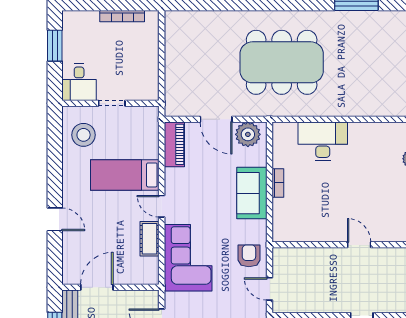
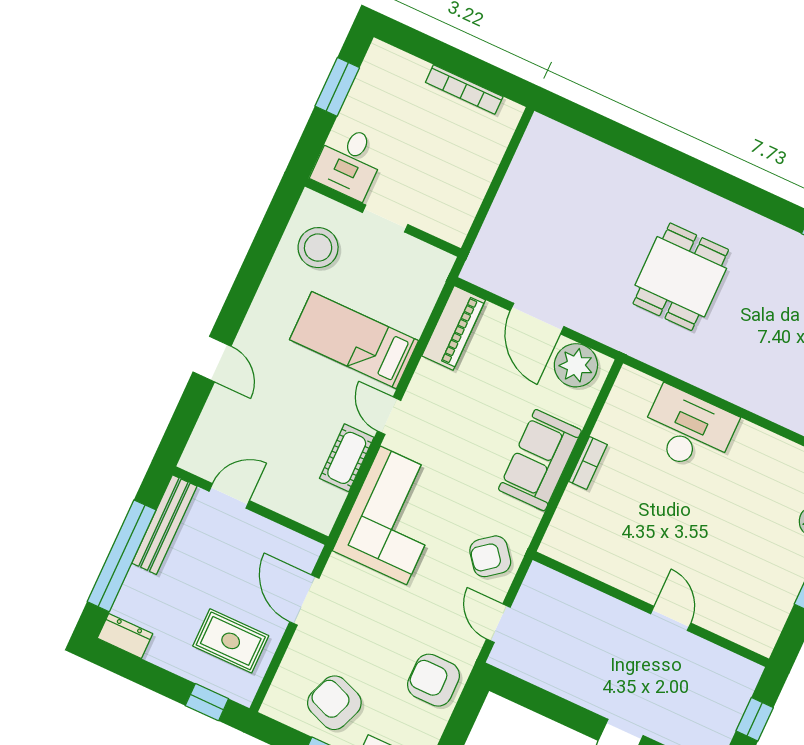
dining table: (282, 62) -> (681, 277), width x0.53, depth x0.80
armchair: (249, 256) -> (490, 556), turned -128
door: (97, 287) -> (229, 496), width x0.73

